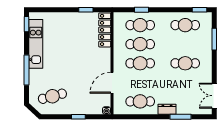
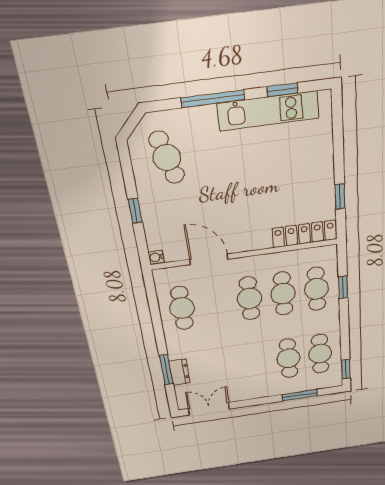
window: (26, 24) -> (282, 90), moved
cafe table: (185, 63) -> (289, 358), moved
dresser: (167, 109) -> (180, 372), moved

